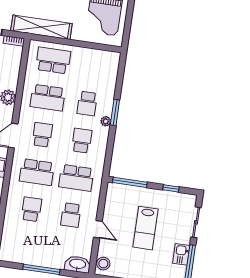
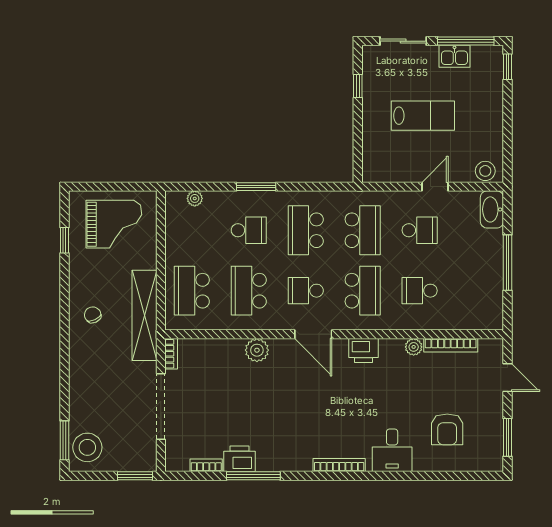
school desk: (48, 98) -> (249, 291), turned 180
plant: (106, 121) -> (195, 198), moved
school desk: (82, 141) -> (306, 230), width x1.85
window: (130, 182) -> (358, 149), removed

